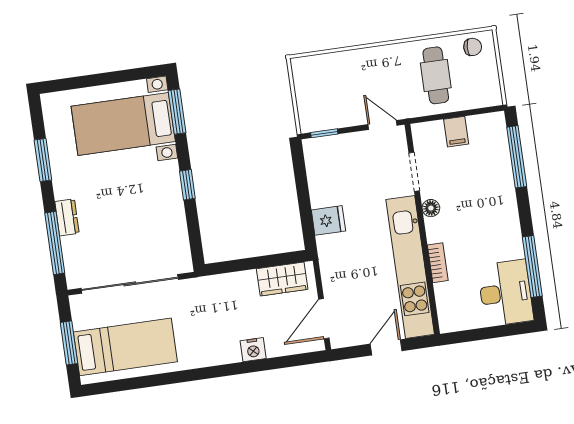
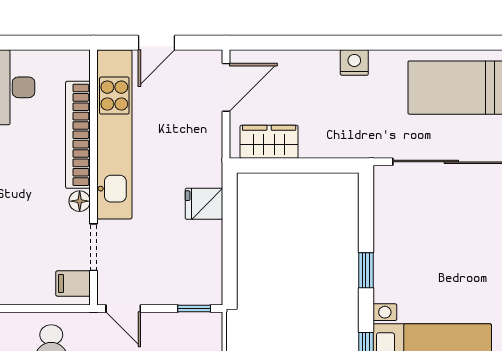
filing cabinet: (456, 132) -> (73, 284), moved, turned -90
bookcase: (438, 263) -> (78, 135), width x2.31, depth x1.31
nightstand: (253, 350) -> (354, 63), moved

